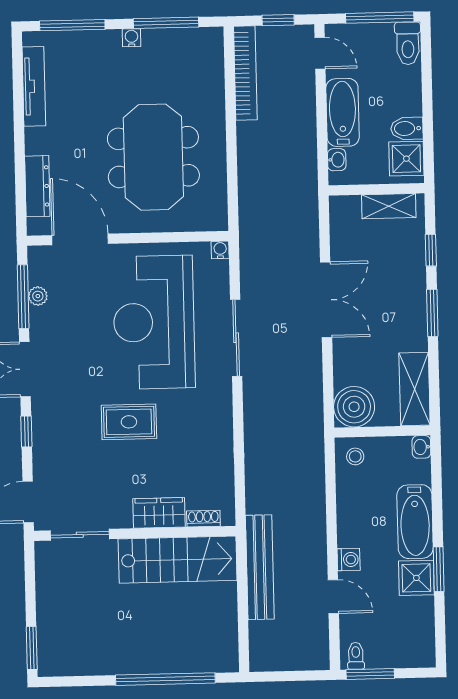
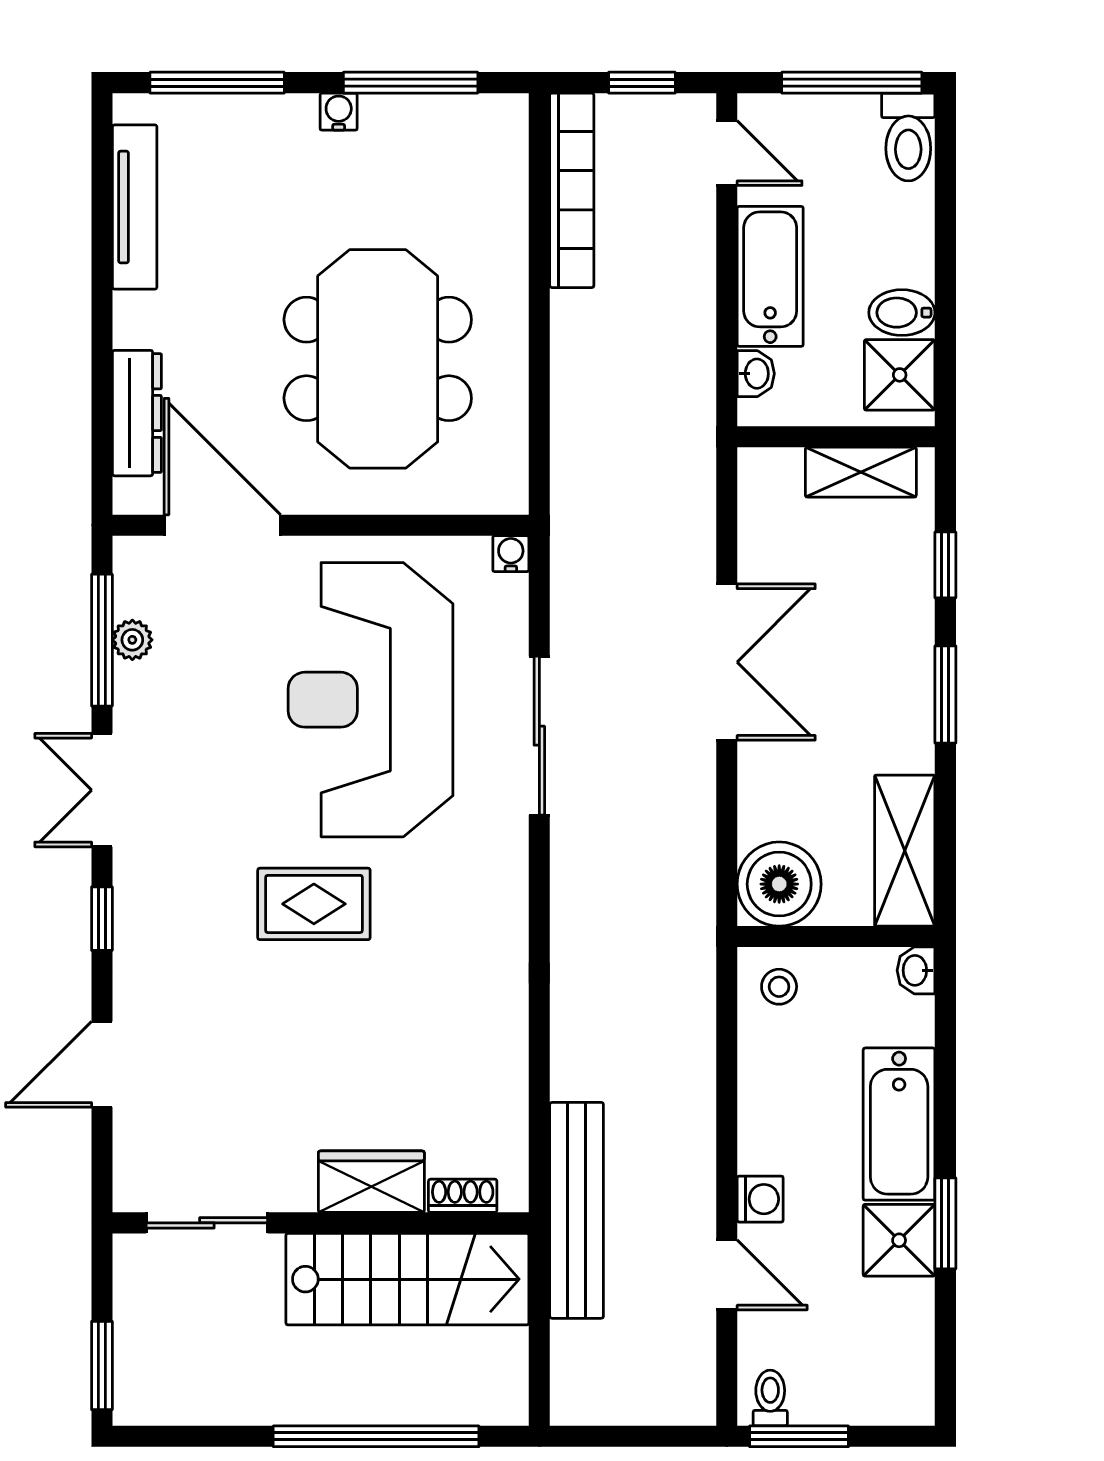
wardrobe: (159, 513) -> (371, 1182), moved
shoe rack: (203, 519) -> (463, 1196), moved
wall: (135, 533) -> (321, 1223), moved
sliding door: (80, 535) -> (207, 1223), moved
stairs: (178, 560) -> (407, 1279), moved

